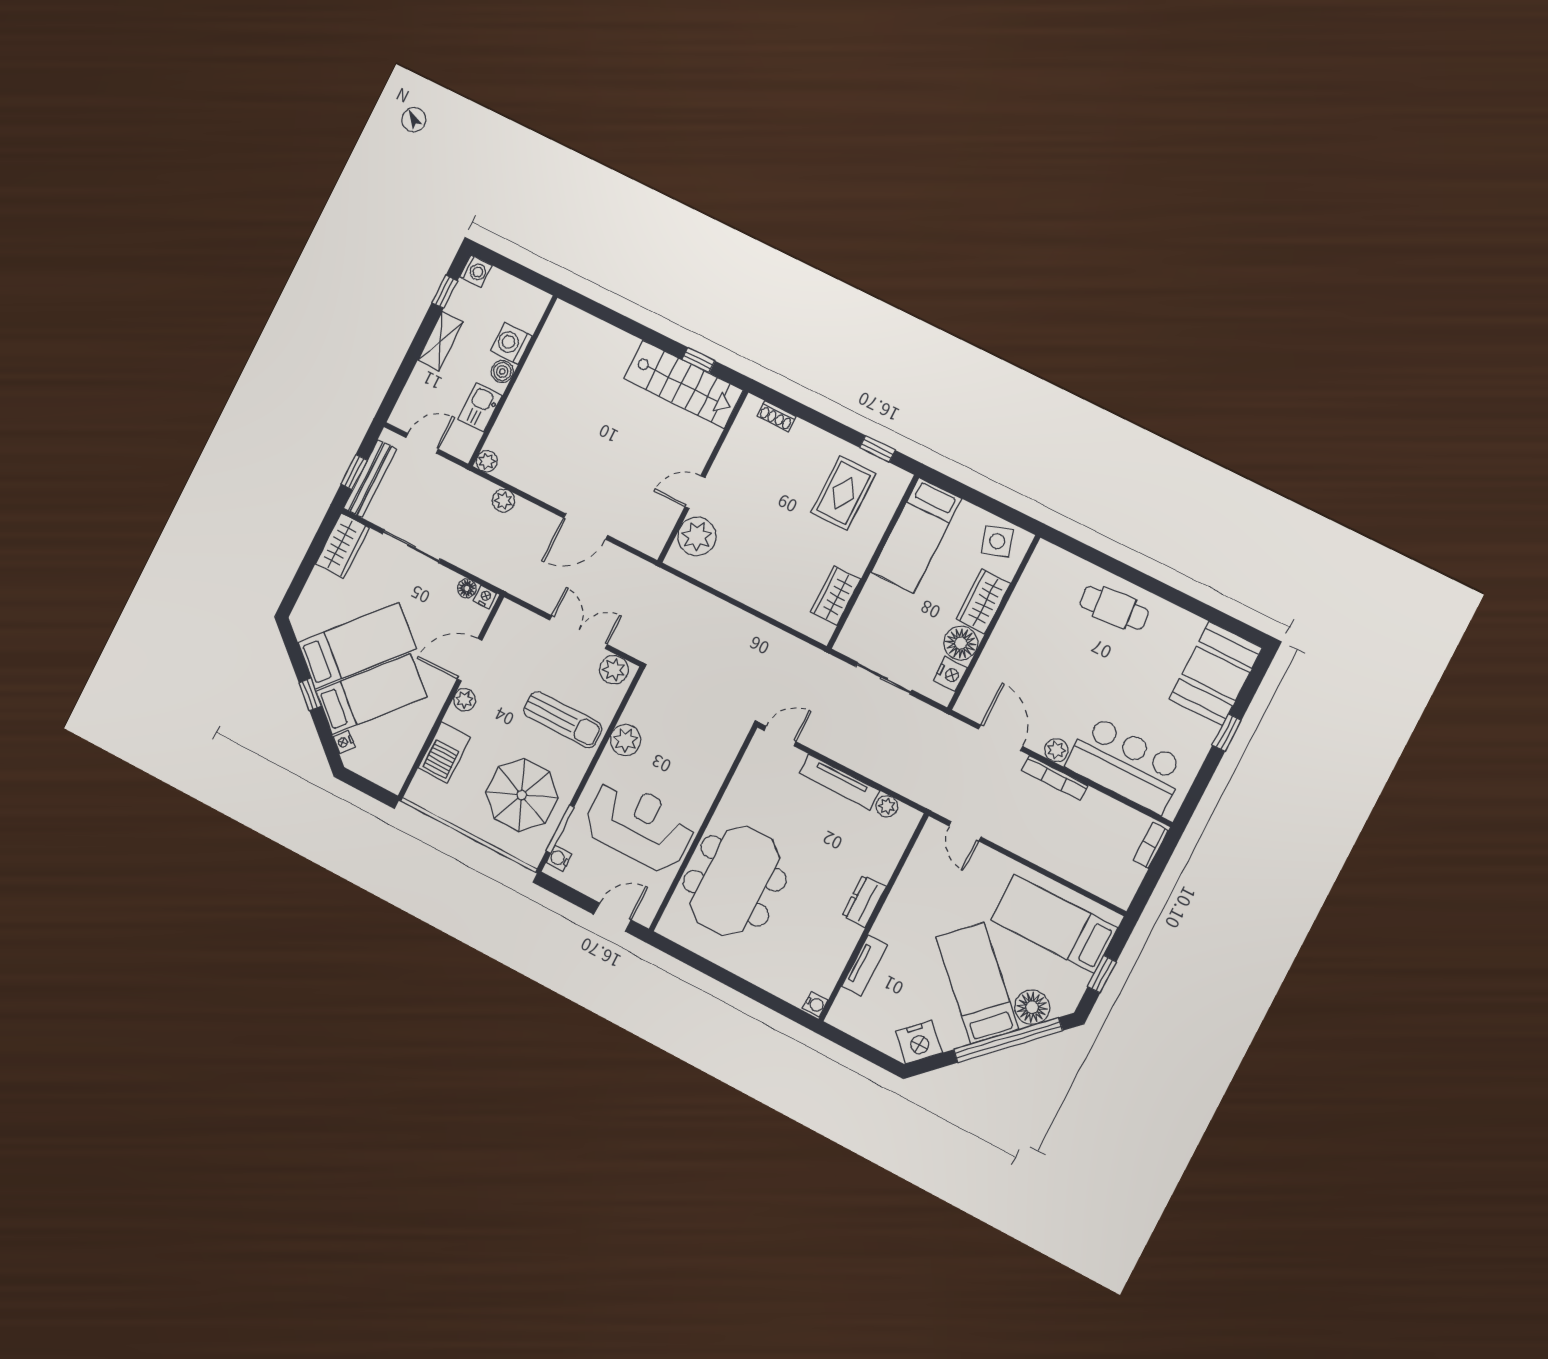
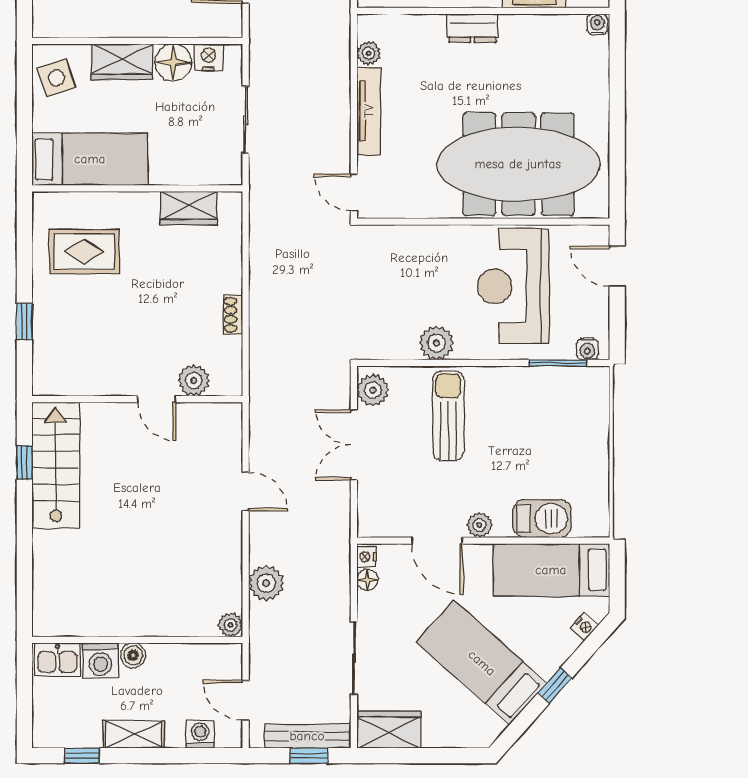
washing machine: (476, 271) -> (200, 734), moved
kitchen sink: (480, 407) -> (57, 660), moved
shoe rack: (777, 416) -> (233, 315), moved, turned 180
window: (877, 449) -> (24, 321), moved
plant: (503, 501) -> (266, 583), width x1.38, depth x1.38
door: (585, 526) -> (246, 491), width x0.73
plant: (697, 536) -> (194, 380), width x0.73, depth x0.73
bed: (371, 694) -> (551, 570), moved, turned -42
parasol: (522, 795) -> (544, 419), removed
meeting table: (735, 881) -> (518, 164), width x1.36

